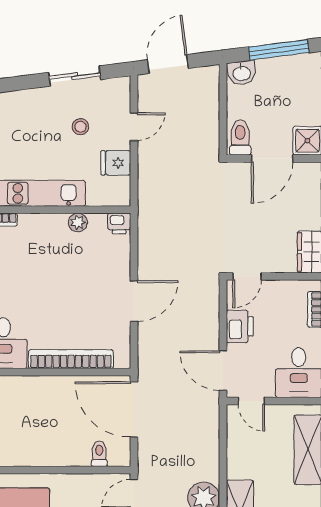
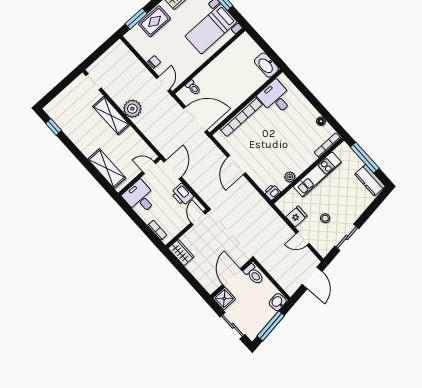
door: (134, 127) -> (303, 239), hinge flipped
door: (223, 371) -> (173, 170), hinge flipped

